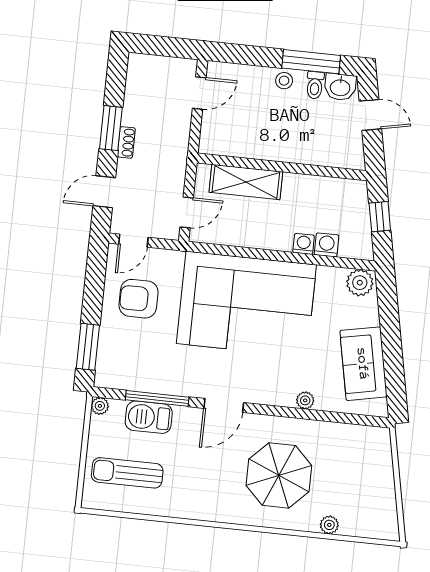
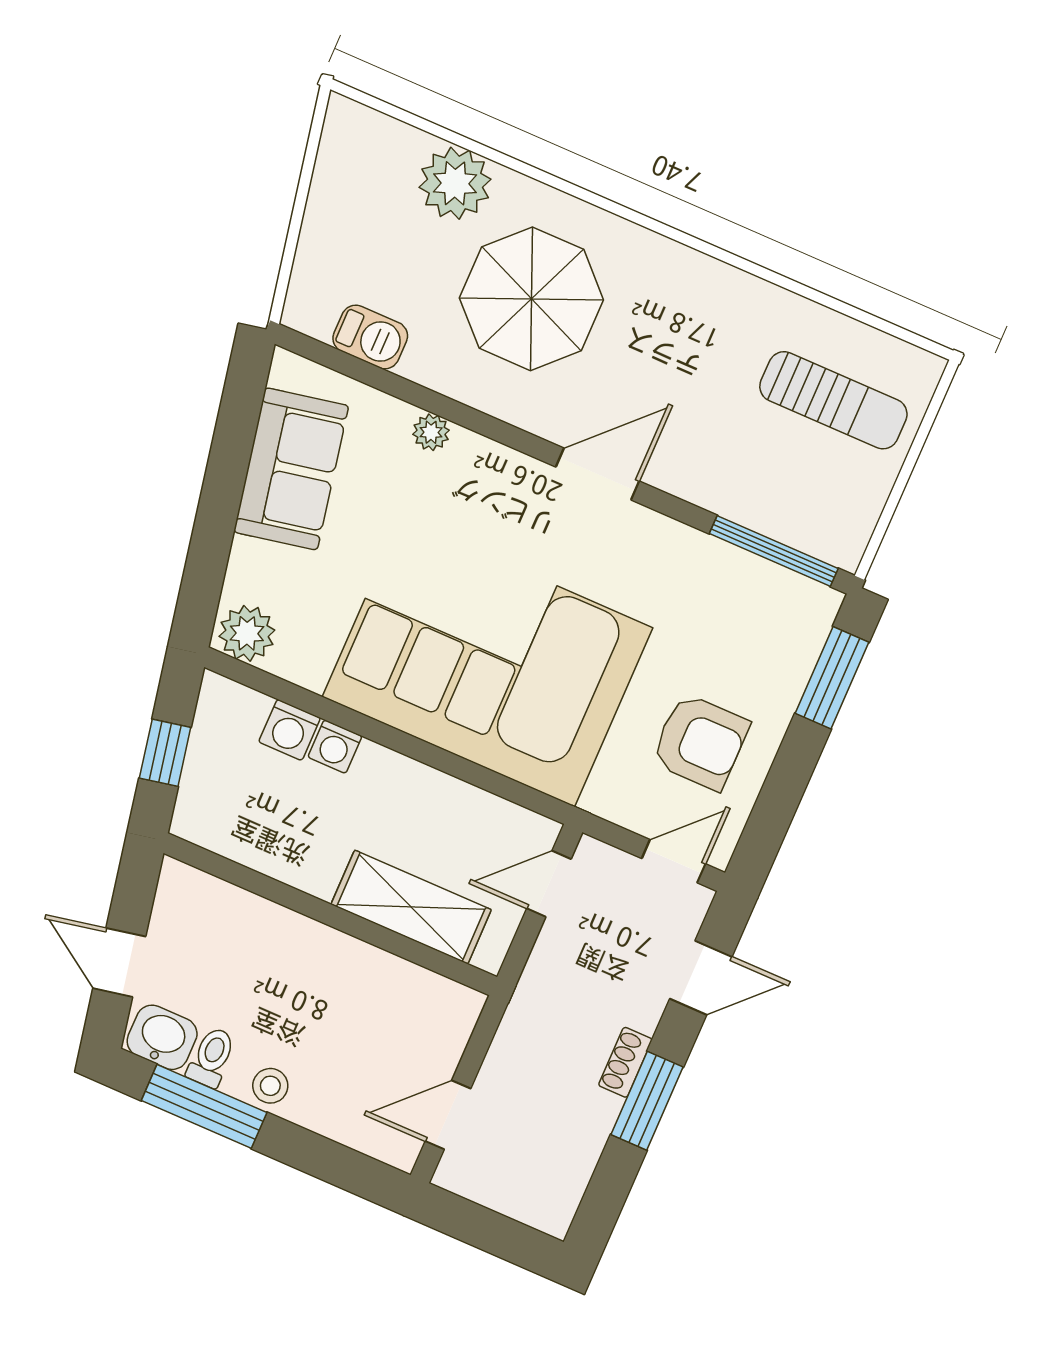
window: (157, 398) -> (774, 551), moved
plant: (100, 406) -> (846, 552), removed
barbecue: (149, 417) -> (370, 337), moved, width x0.73, depth x0.79
plant: (329, 525) -> (455, 183), width x1.88, depth x1.88

